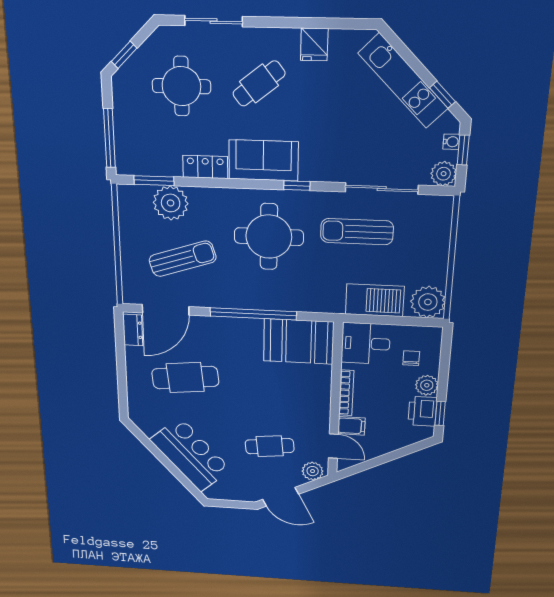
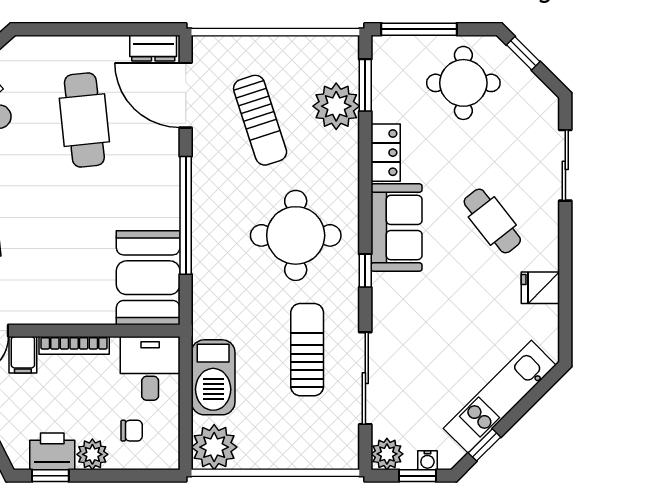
round table: (181, 86) -> (463, 83), moved

